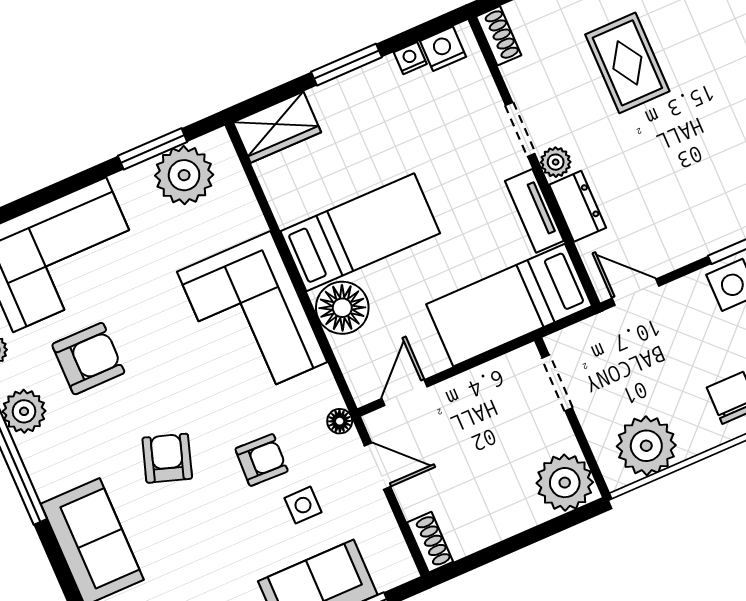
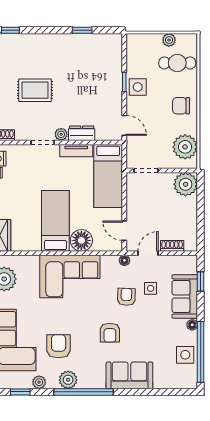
door: (636, 292) -> (124, 125), swing flipped
armchair: (167, 458) -> (110, 333), turned -108
shoe rack: (430, 542) -> (172, 246), moved

